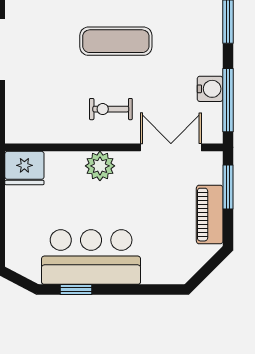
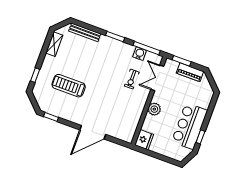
exercise mat: (116, 41) -> (107, 84), removed
exercise bike: (111, 109) -> (132, 79), moved

